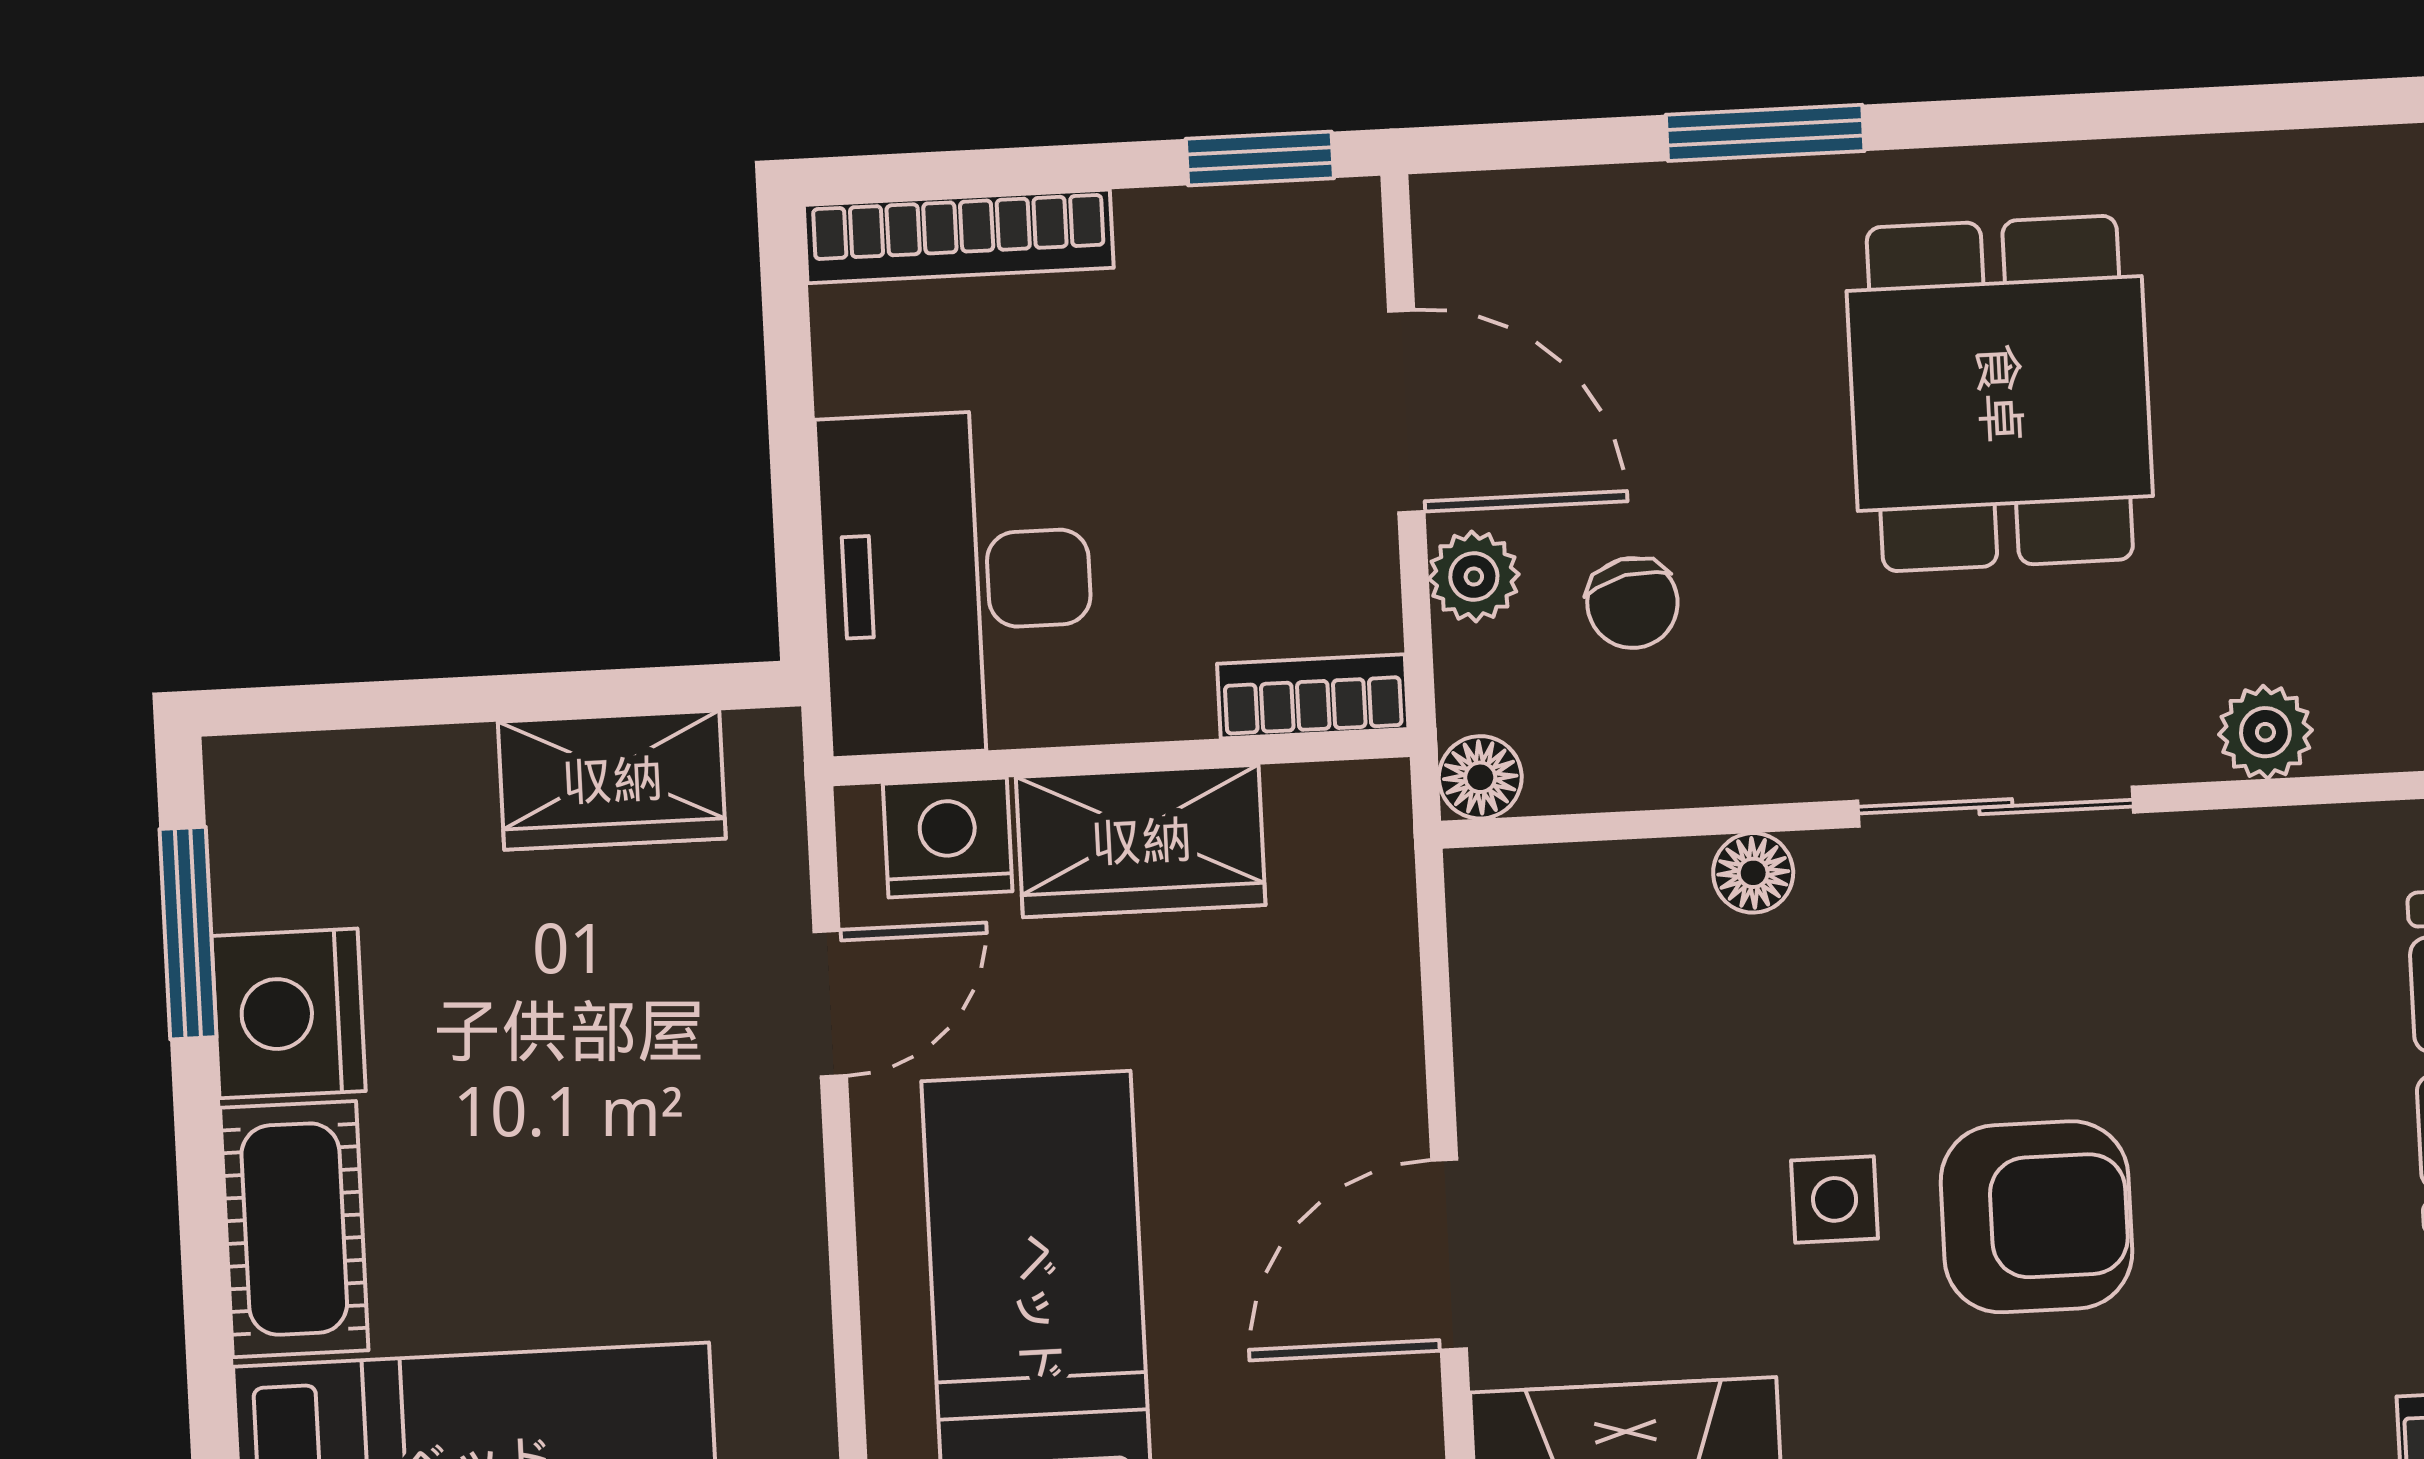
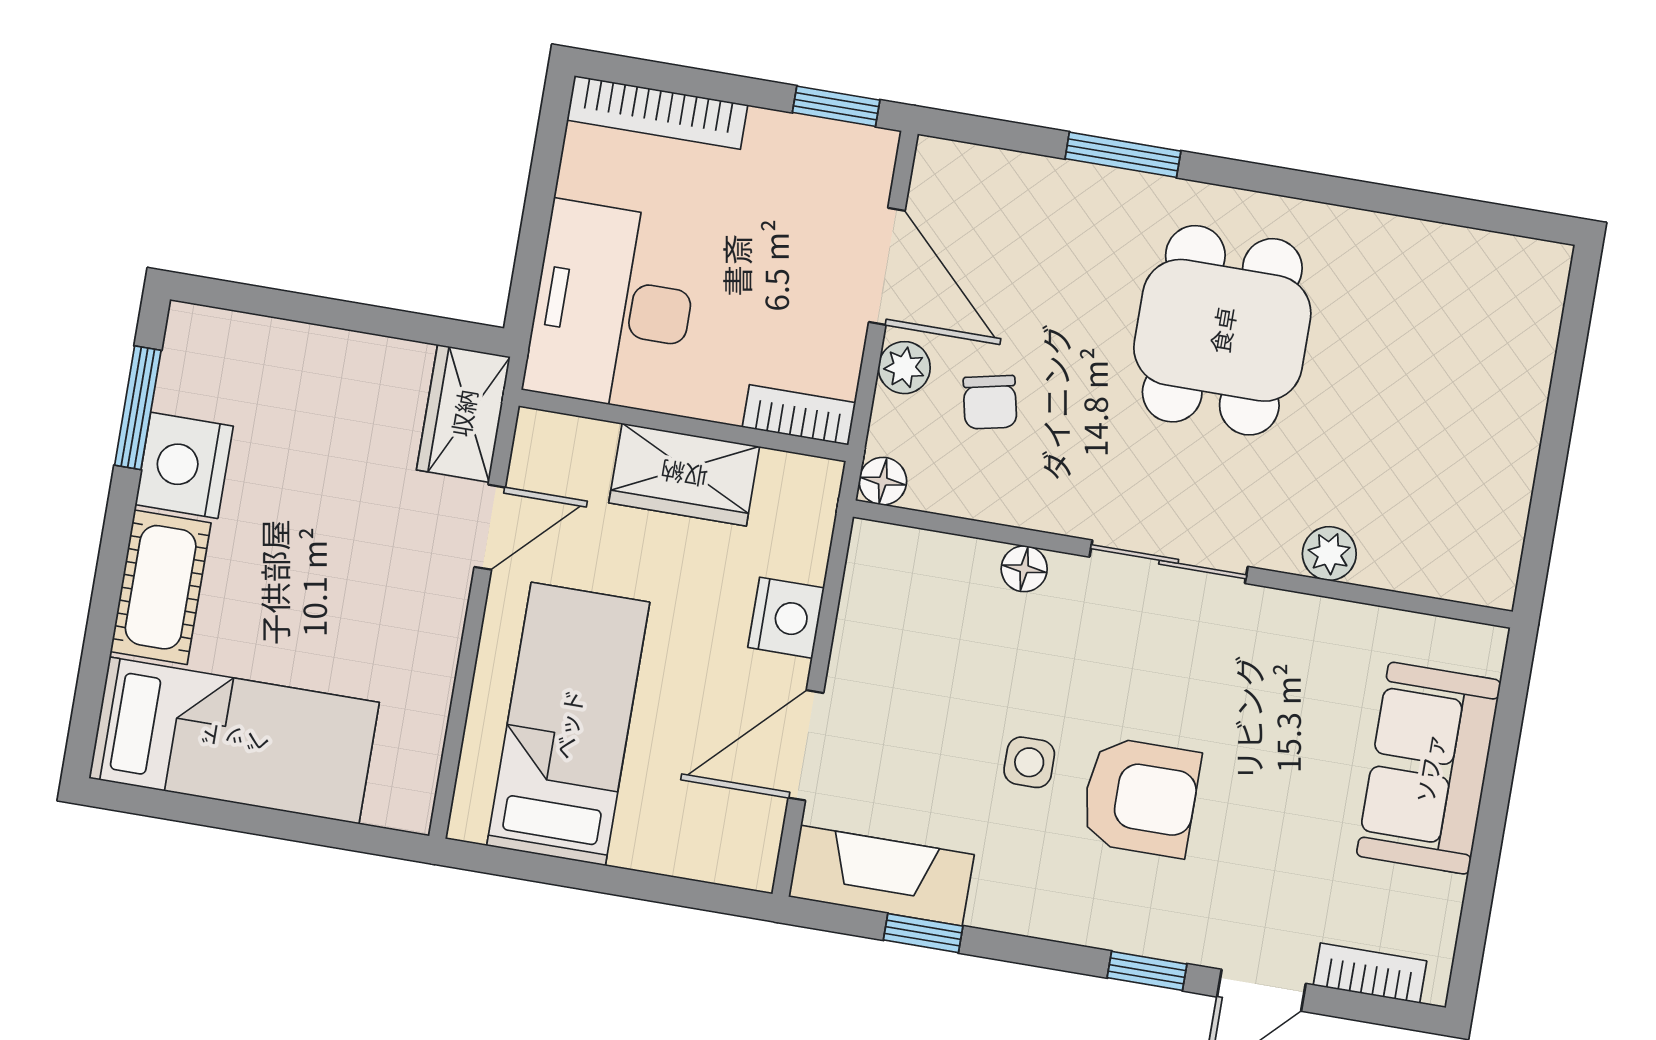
wardrobe: (612, 780) -> (463, 413), moved, turned 90
nightstand: (948, 838) -> (786, 618), moved, turned 90

